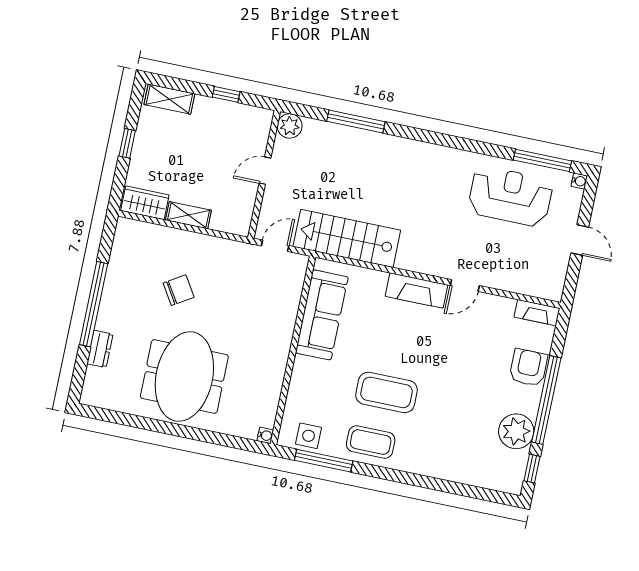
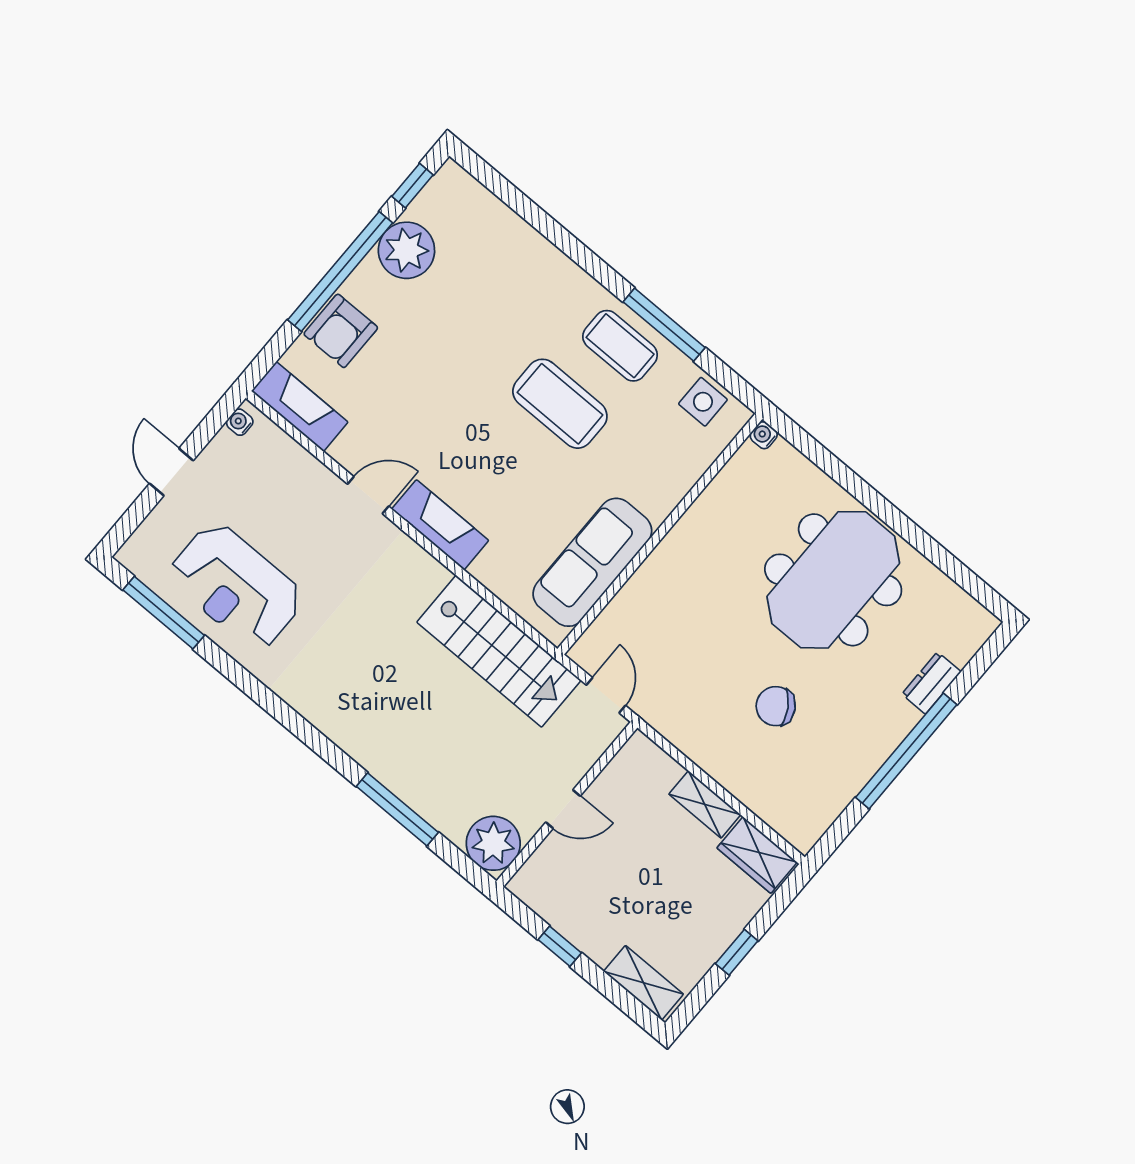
plant: (290, 126) -> (493, 843), width x1.36, depth x1.36
water cooler: (579, 181) -> (240, 422), moved
door: (275, 246) -> (606, 695), swing flipped
fireplace: (537, 313) -> (300, 407), width x1.37, depth x1.32
window: (324, 461) -> (664, 325), moved

